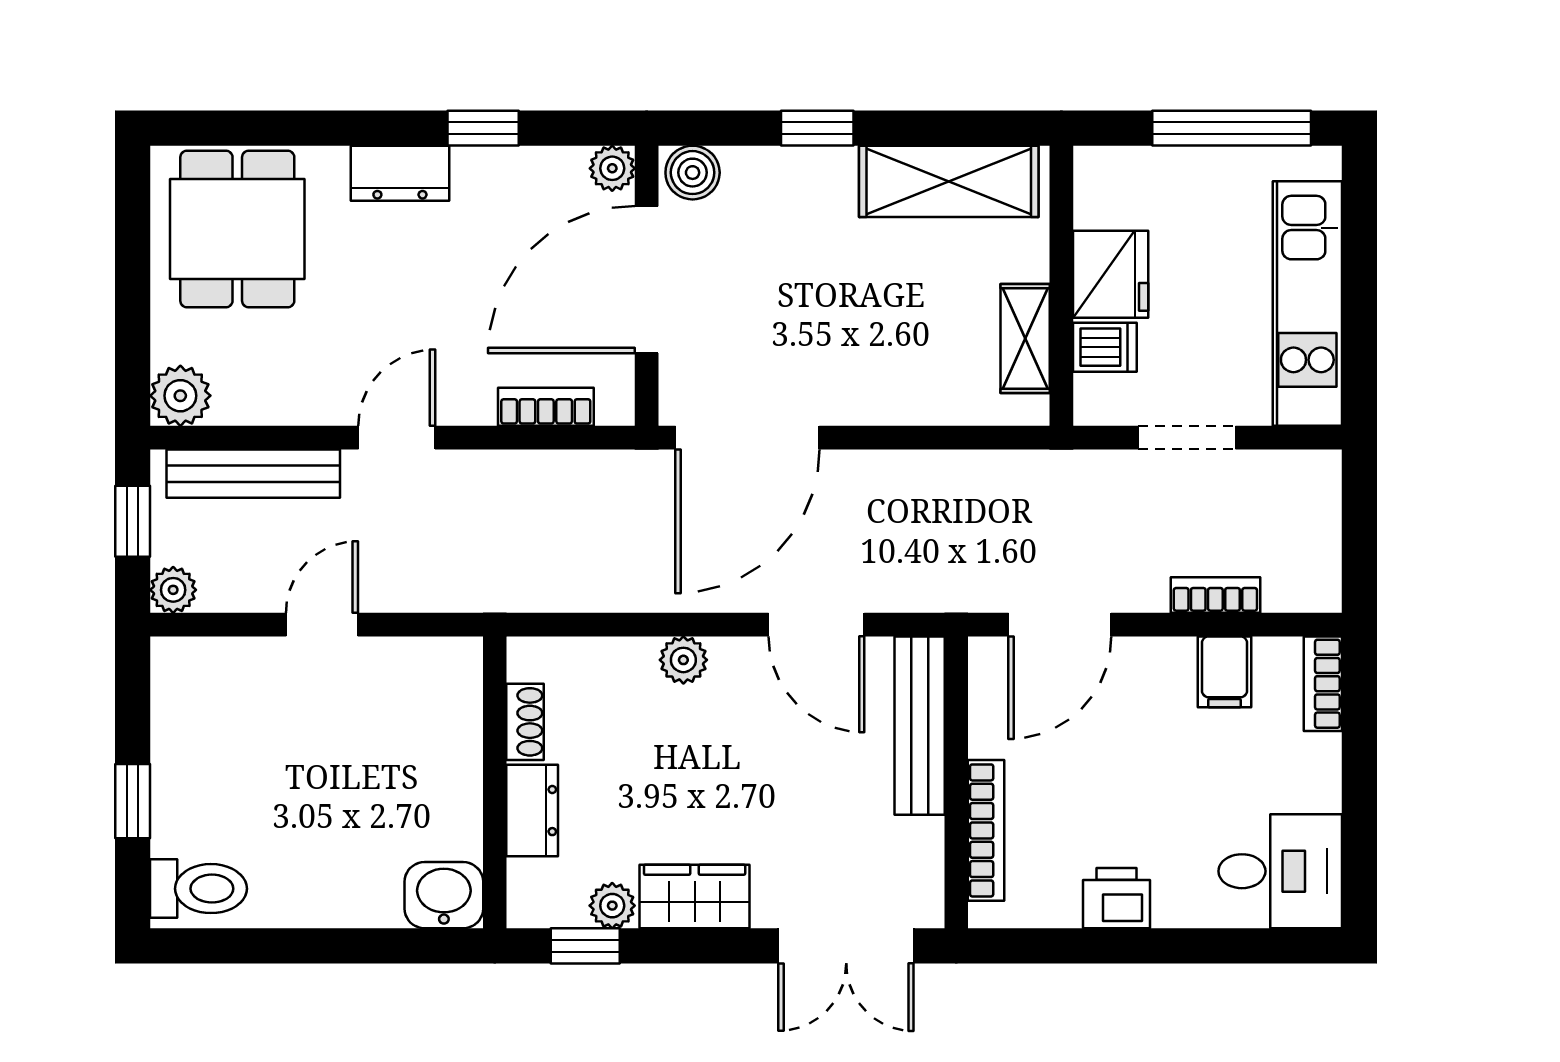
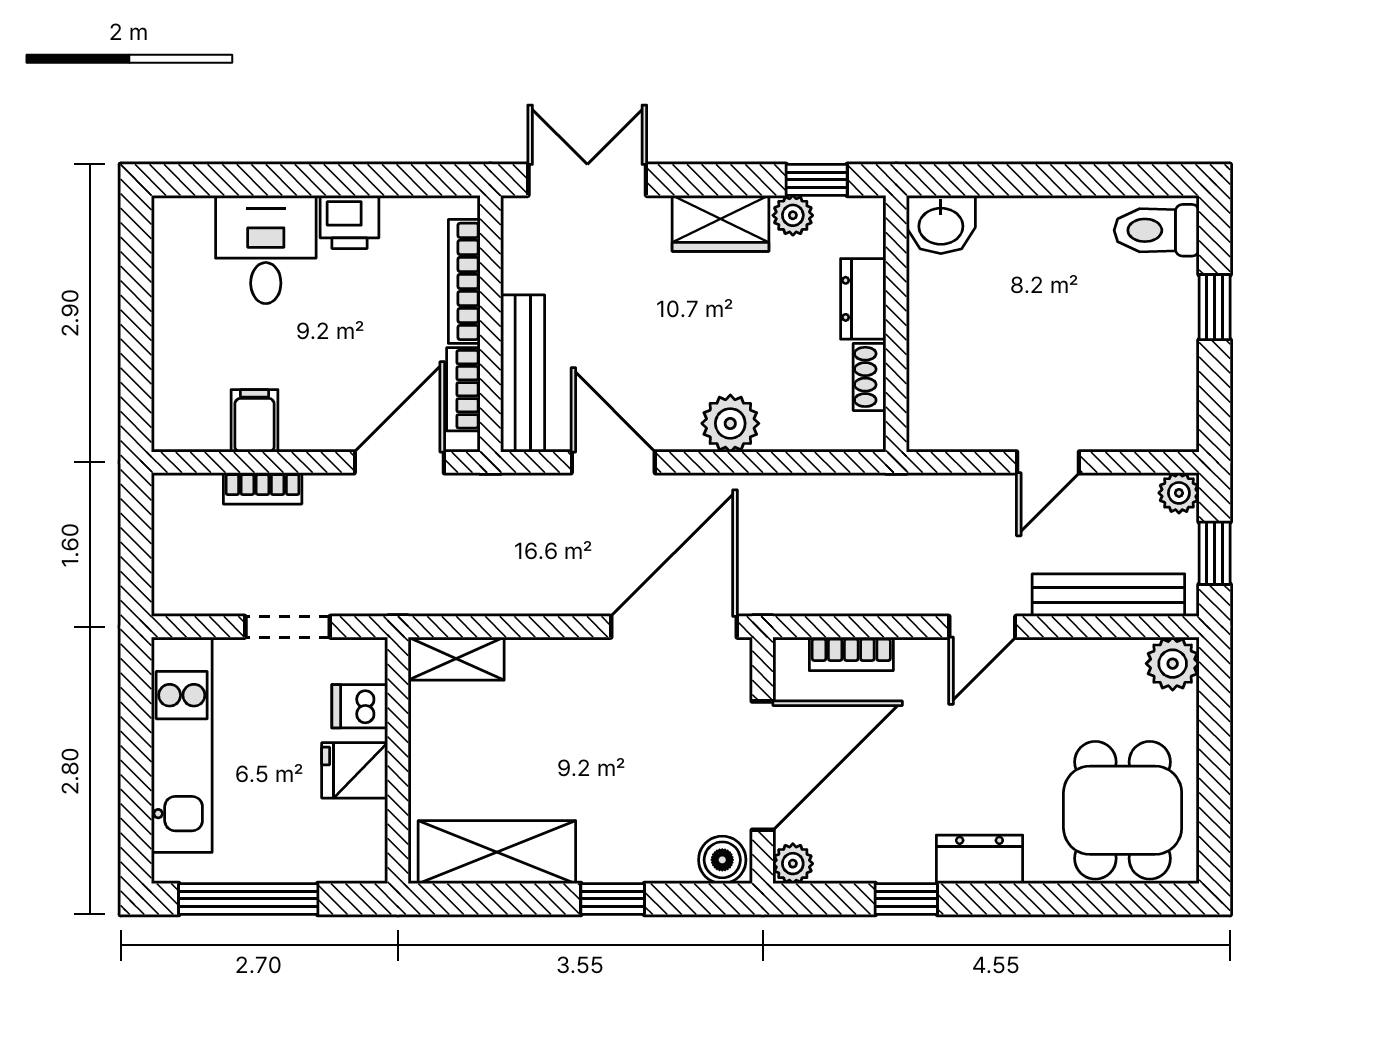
fridge: (1111, 274) -> (355, 770), width x0.72
shelving: (1025, 338) -> (456, 659), moved, turned 90
plant: (683, 660) -> (730, 423), width x1.38, depth x1.38
bookcase: (1323, 684) -> (463, 389), moved, turned 180
desk: (1280, 871) -> (266, 249), moved, turned 90

